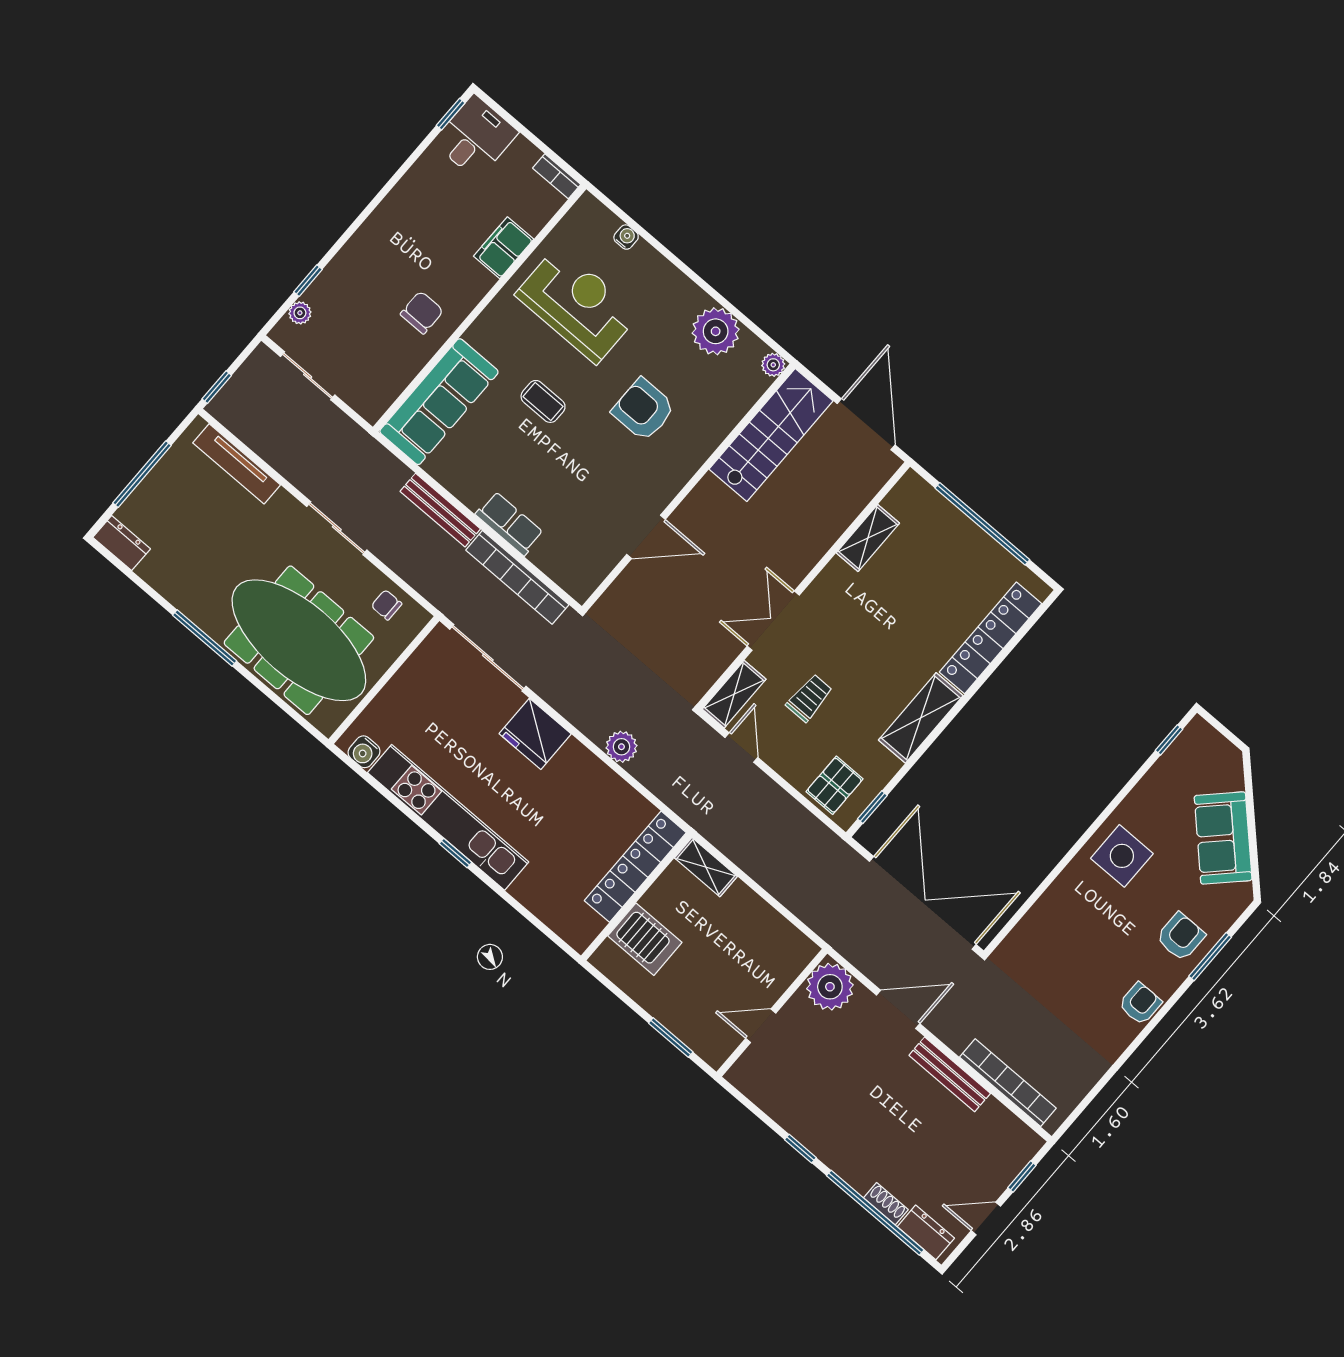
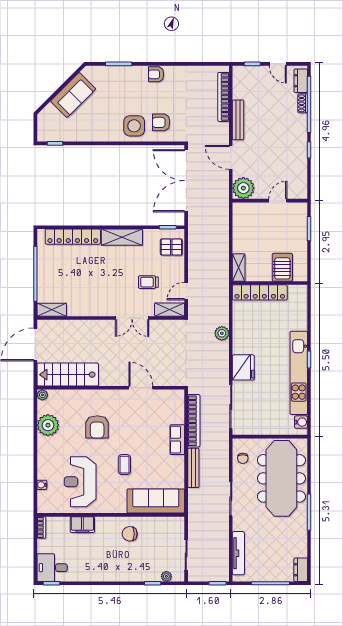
shelving: (868, 538) -> (52, 310), moved
side table: (1122, 856) -> (134, 126), moved
armchair: (1181, 937) -> (161, 122), moved
door: (761, 1026) -> (278, 201), swing flipped

